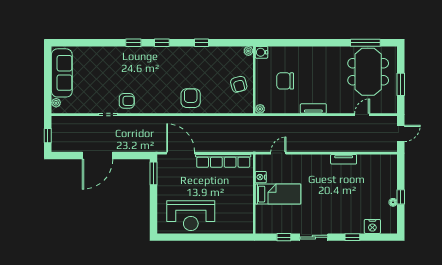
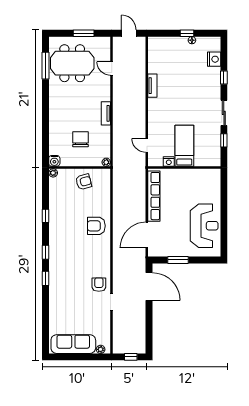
chair: (285, 81) -> (81, 139), turned 180
door: (98, 155) -> (149, 287), moved
window: (153, 173) -> (178, 260), moved

